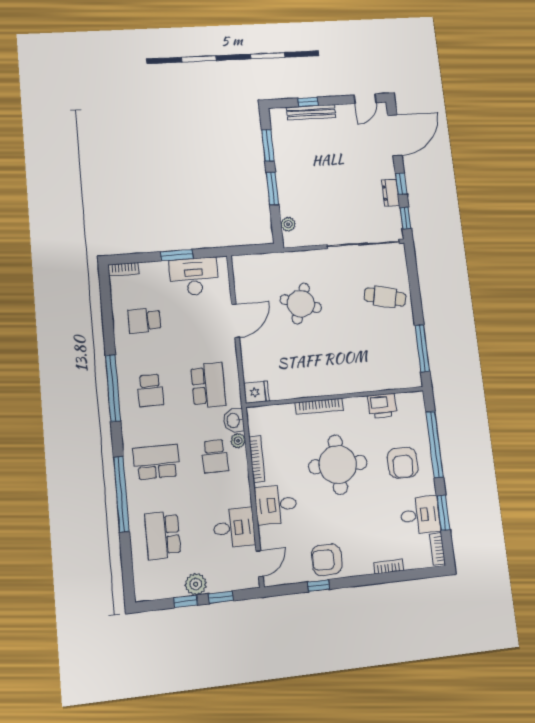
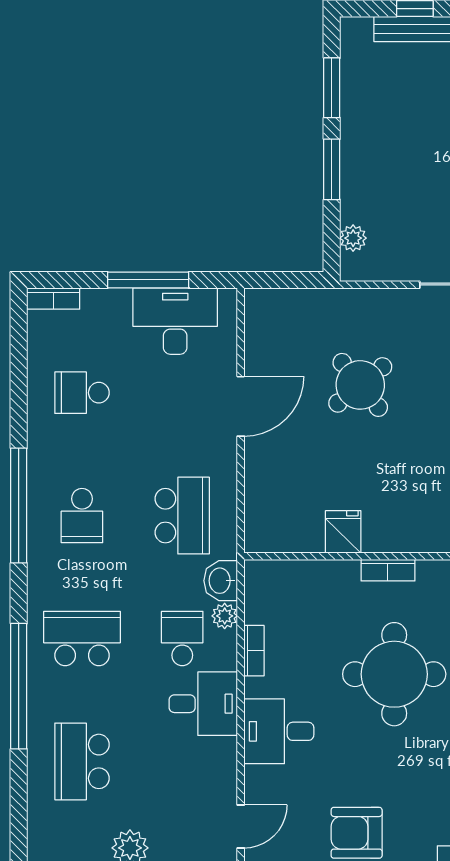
window: (177, 255) -> (148, 280), width x1.44
round table: (301, 304) -> (360, 385), turned 32
fridge: (256, 392) -> (343, 532), moved, turned -90
bookcase: (319, 406) -> (388, 570), width x0.64
school desk: (215, 456) -> (182, 639), turned 180
bookcase: (257, 459) -> (254, 651), width x0.64
desk: (234, 528) -> (203, 704), moved

